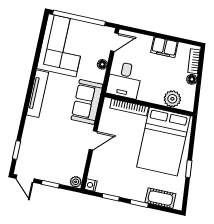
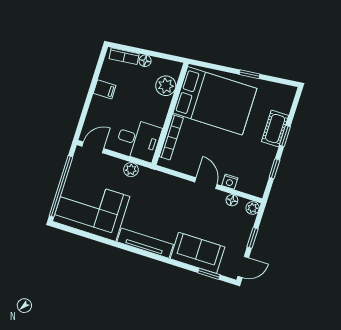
door: (114, 42) -> (93, 147), hinge flipped
filing cabinet: (164, 47) -> (105, 89), width x0.50
floor lamp: (102, 64) -> (232, 200), moved
plant: (99, 76) -> (131, 170), added
sofa: (87, 102) -> (198, 253), moved, turned 180
nightstand: (91, 185) -> (230, 182), moved
cot: (160, 198) -> (275, 129), moved

